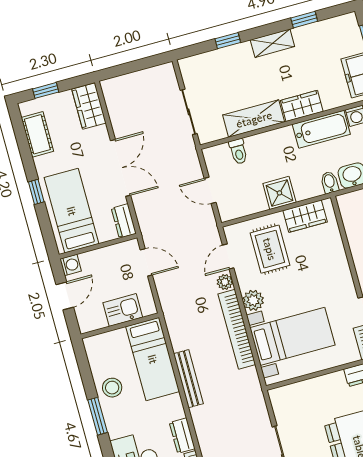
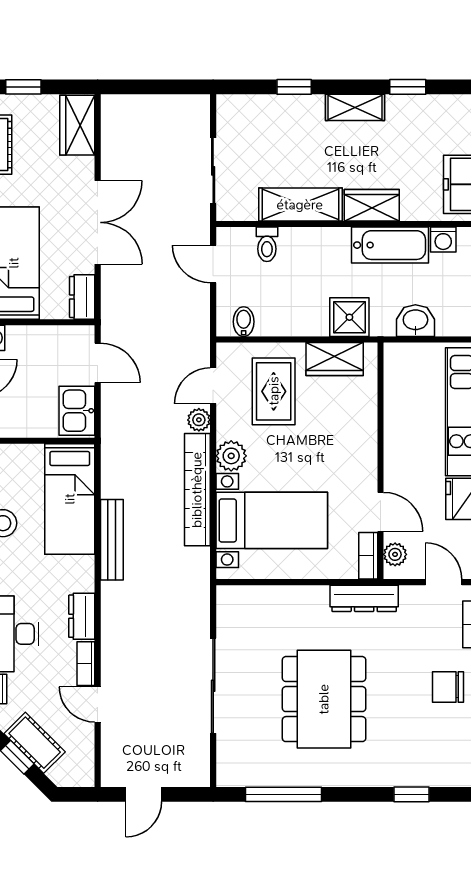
bidet: (330, 182) -> (244, 322), moved
door: (210, 190) -> (213, 264), moved
shower: (279, 193) -> (349, 317), moved
kitchen sink: (123, 310) -> (77, 411), moved, turned -90

